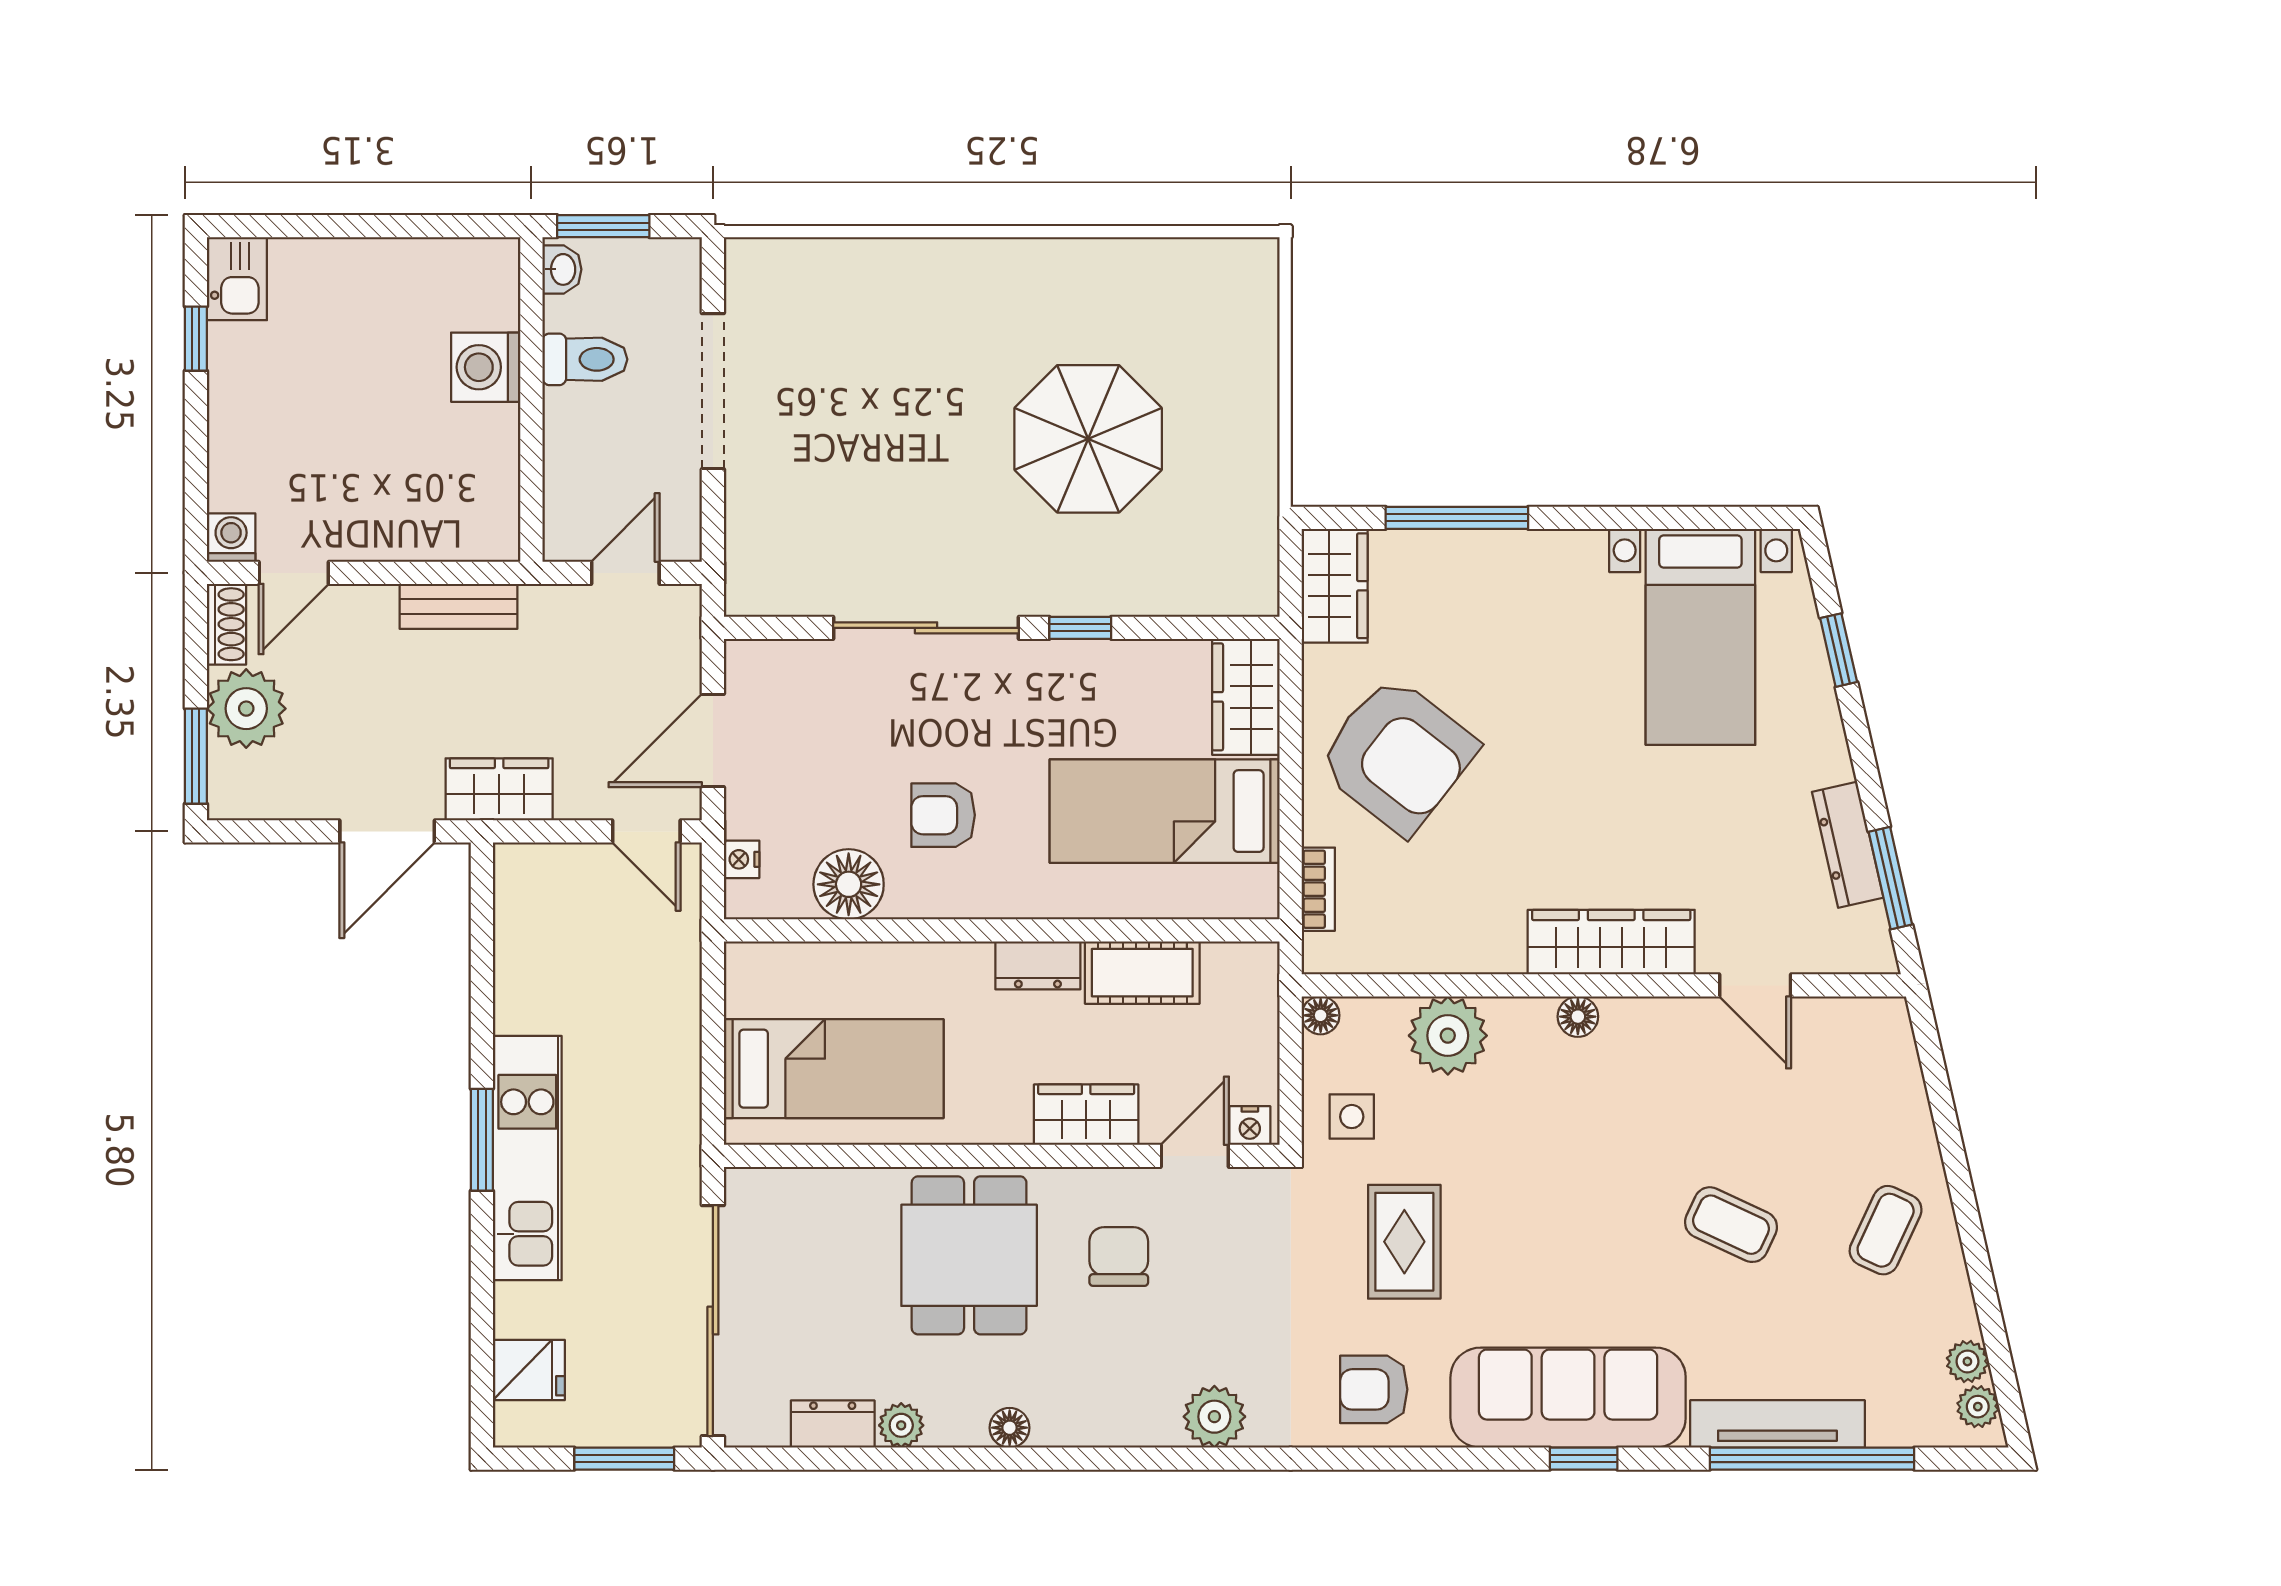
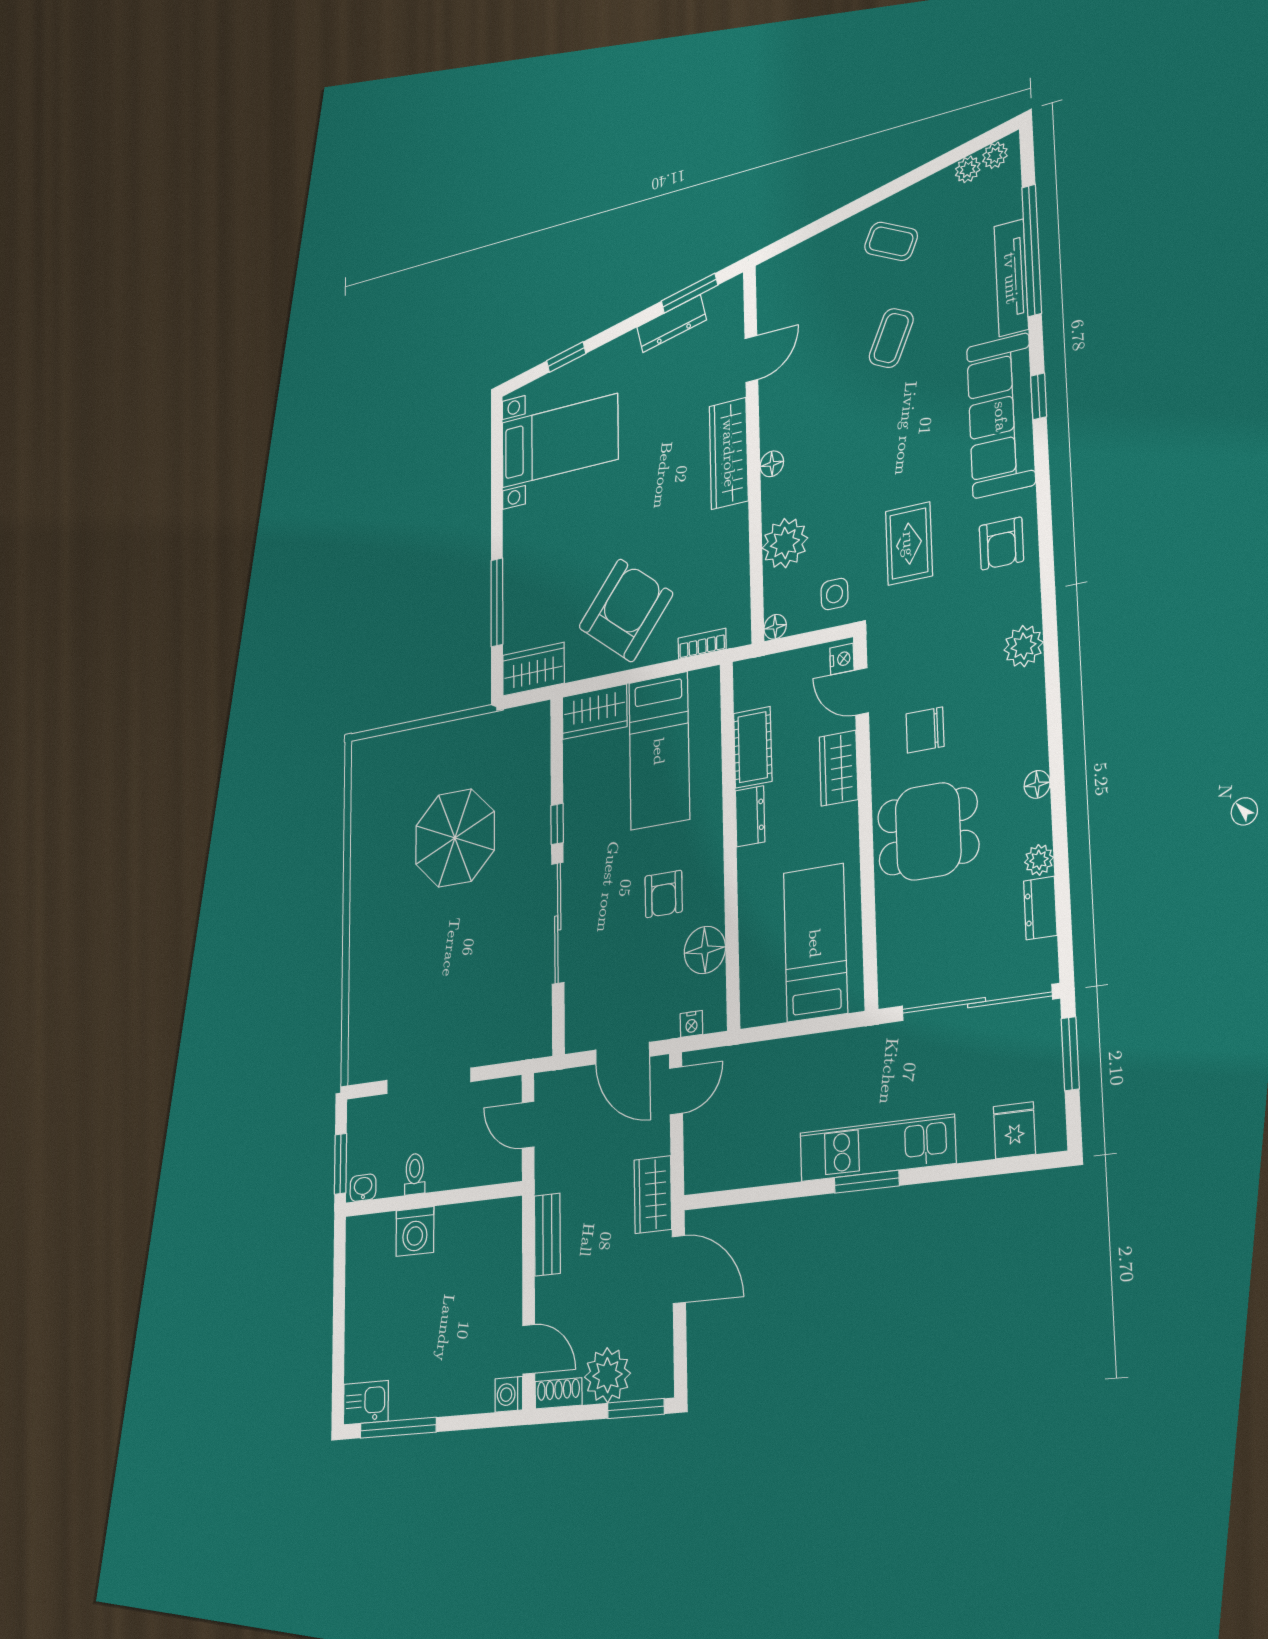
window: (196, 339) -> (398, 1428), width x2.17
toilet: (585, 359) -> (415, 1174), width x0.73, depth x0.72
rug: (1404, 1242) -> (909, 544), turned 90

